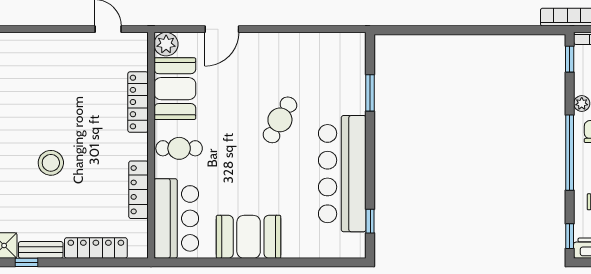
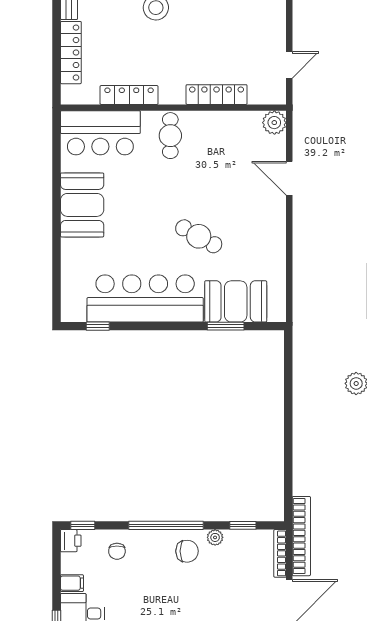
window: (570, 59) -> (243, 525), moved
booth: (175, 89) -> (236, 301), moved

